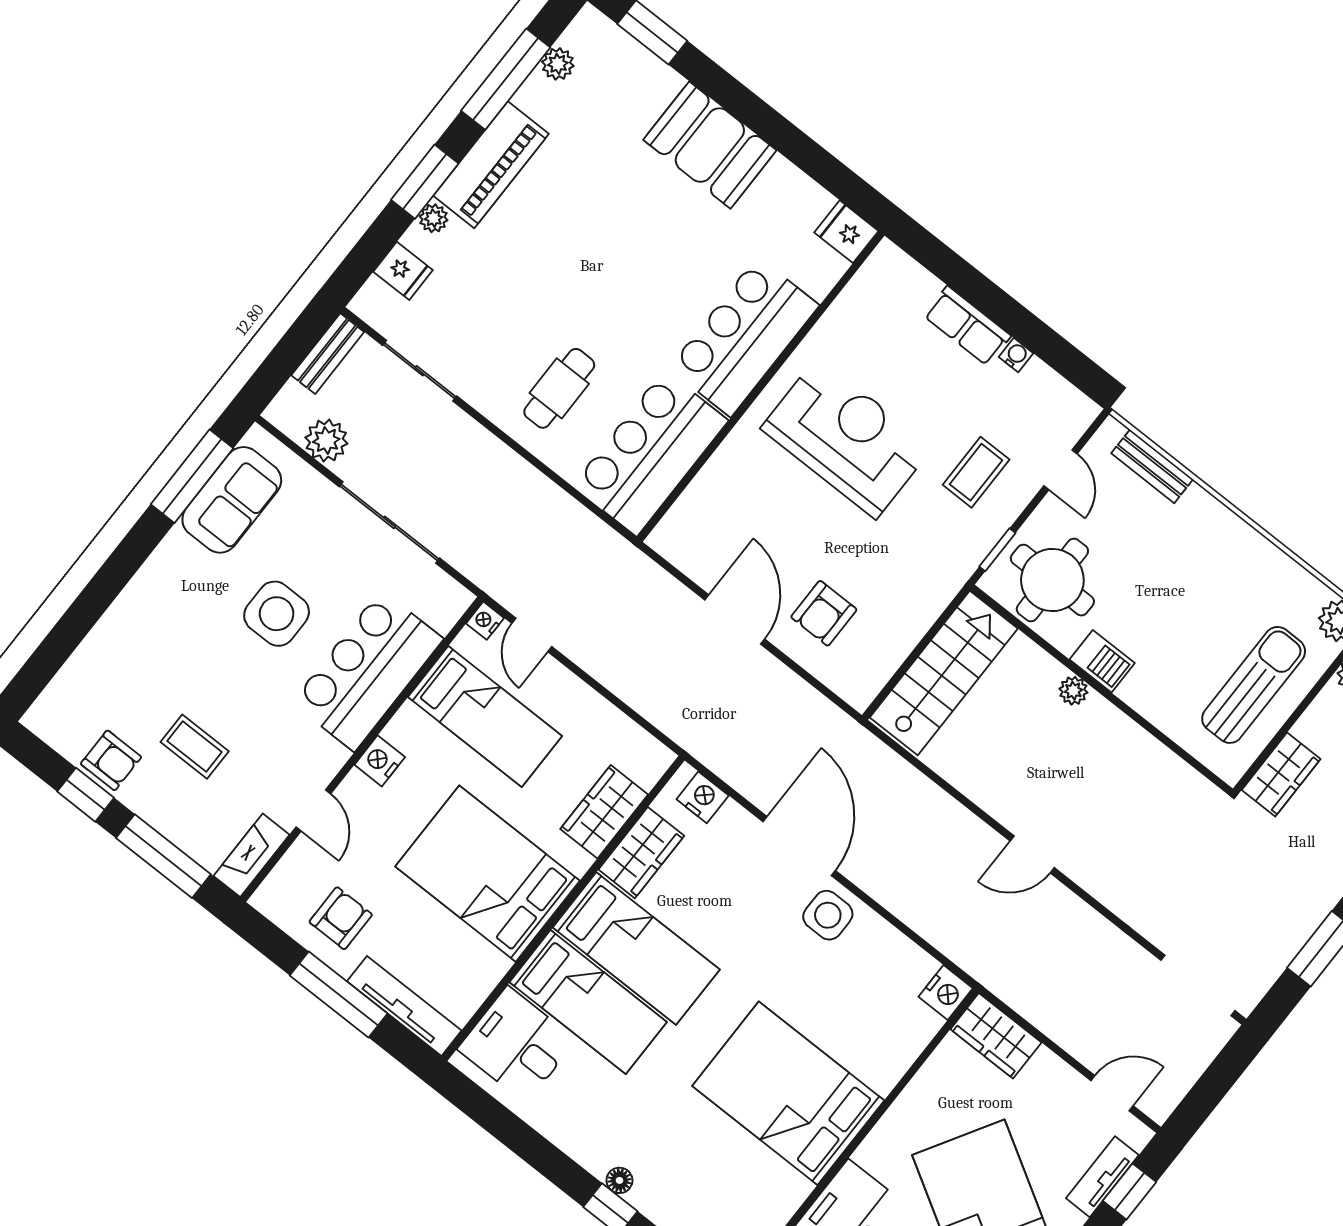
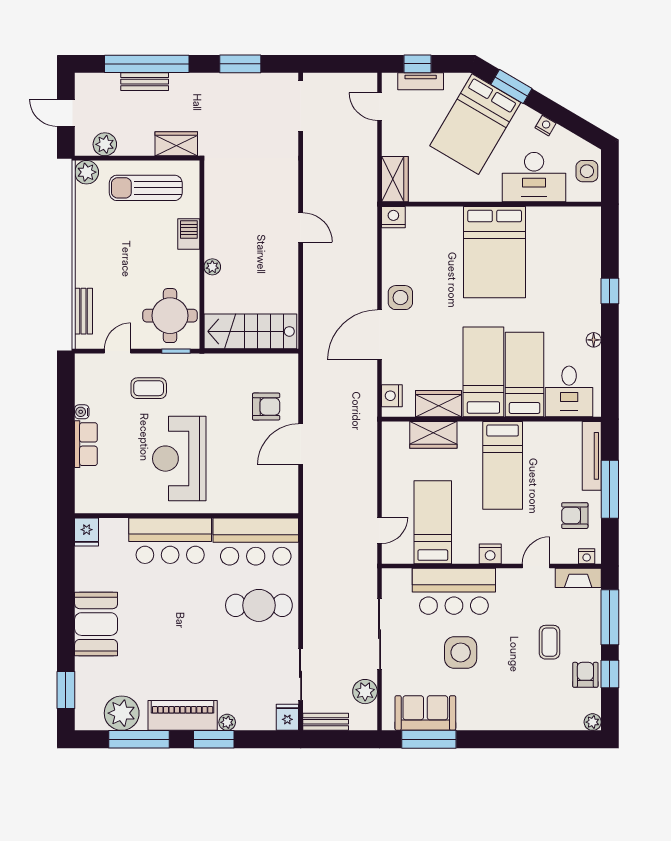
plant: (558, 64) -> (122, 713), width x1.88, depth x1.88
fridge: (403, 271) -> (287, 717), moved
cafe table: (559, 388) -> (259, 605), width x1.37, depth x1.35
nightstand: (485, 621) -> (587, 556), moved
barbecue: (1102, 661) -> (189, 234), moved
plant: (38, 719) -> (593, 722), added
bed: (488, 874) -> (503, 465), width x0.67
floor lamp: (619, 1180) -> (594, 340), moved

